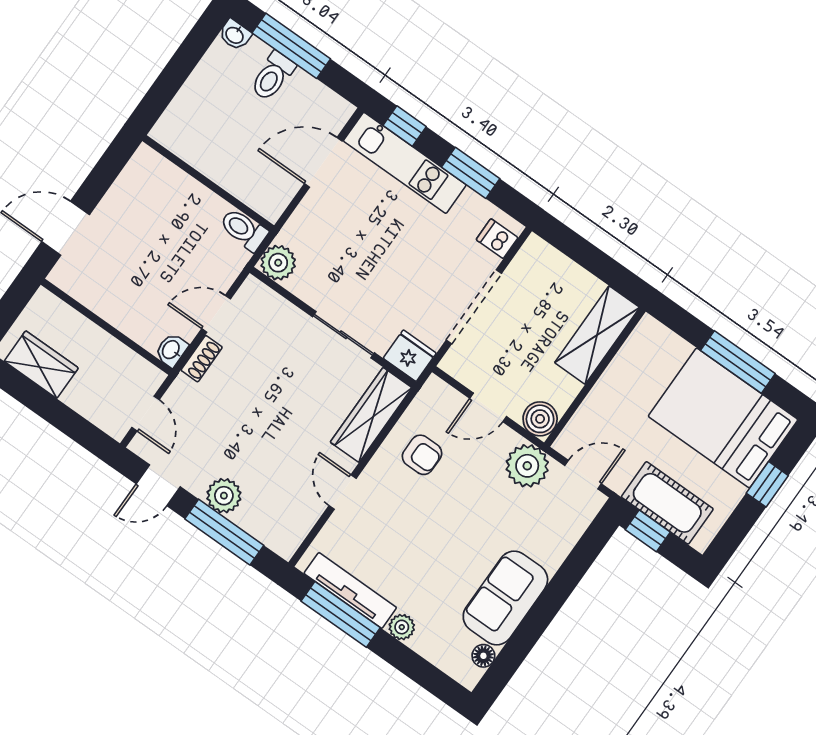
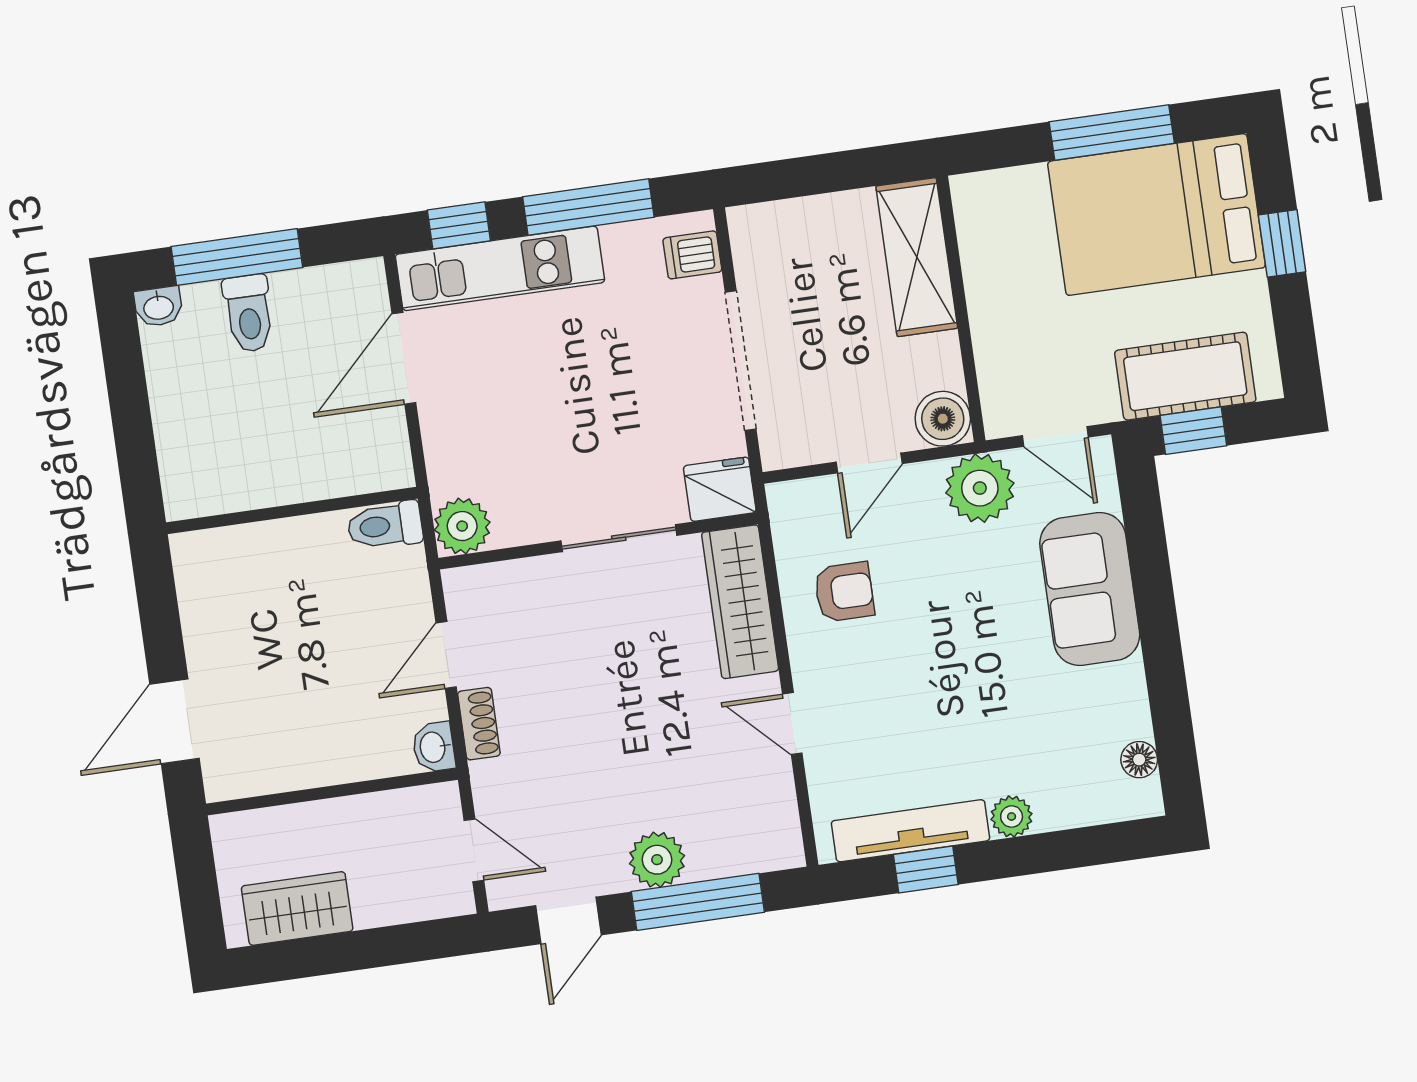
window: (471, 173) -> (588, 207), width x1.44
door: (583, 475) -> (1055, 436), swing flipped
sofa: (505, 598) -> (1090, 589), moved
window: (341, 614) -> (926, 869), width x0.46

